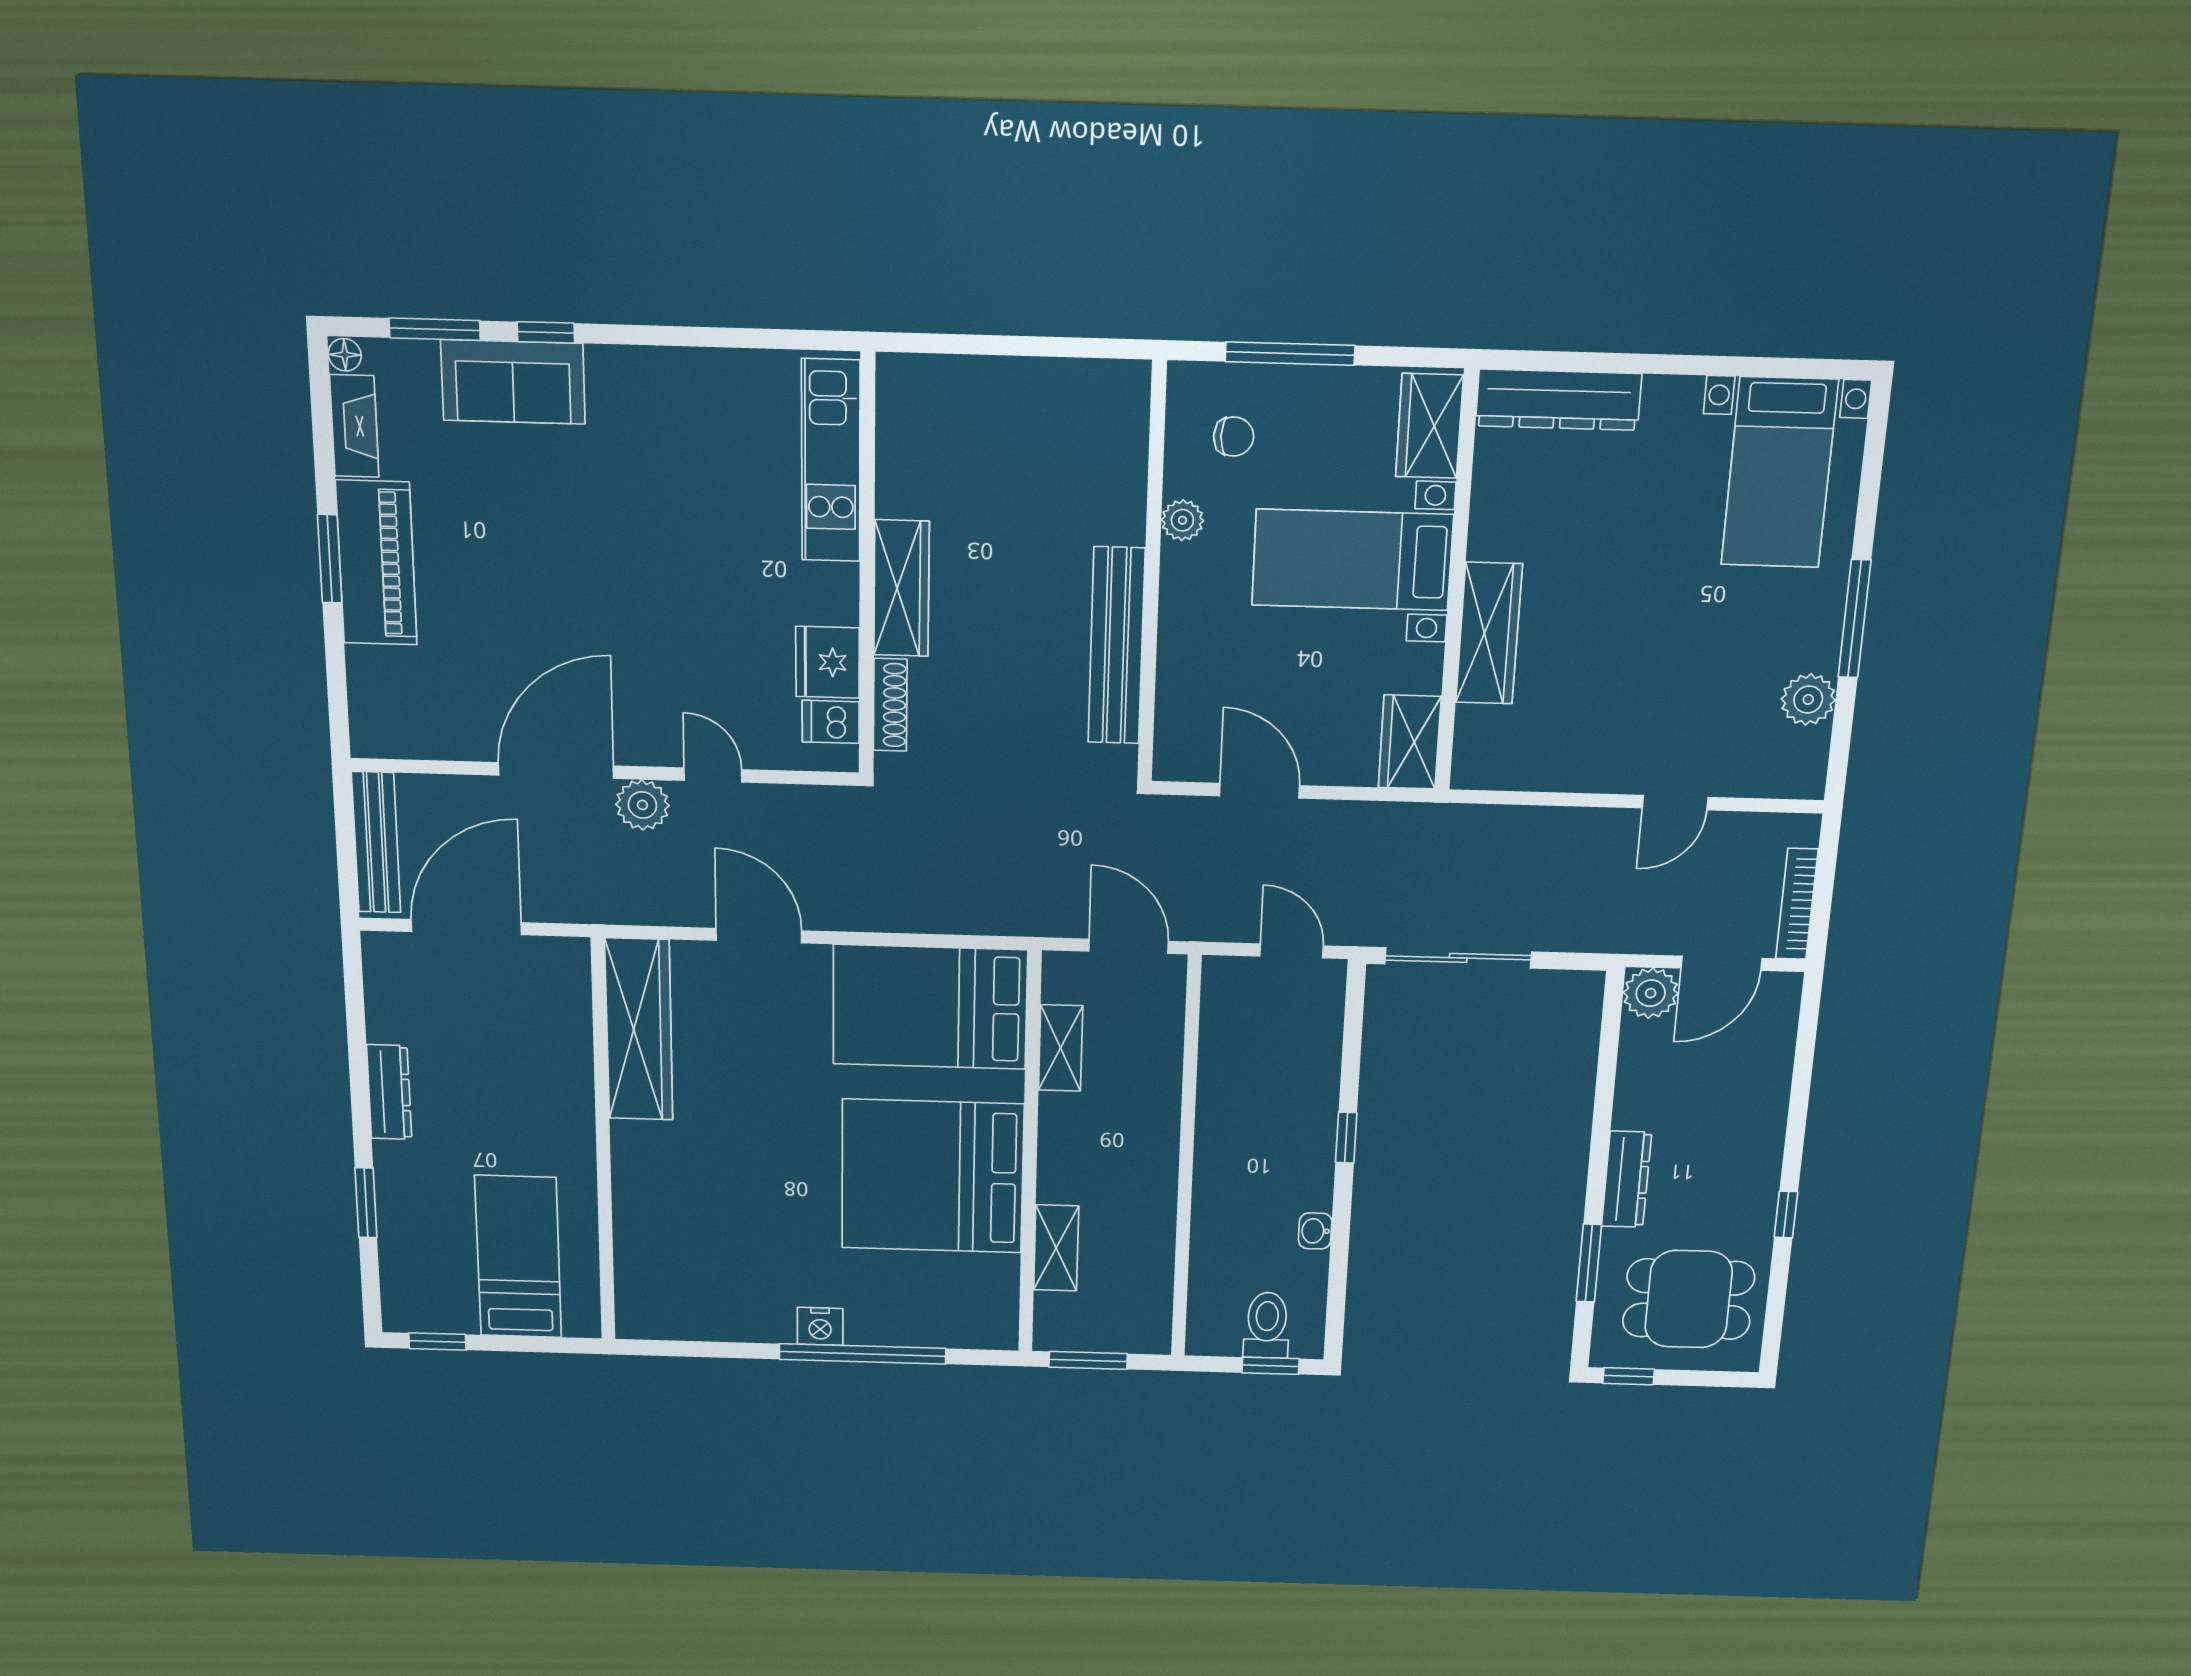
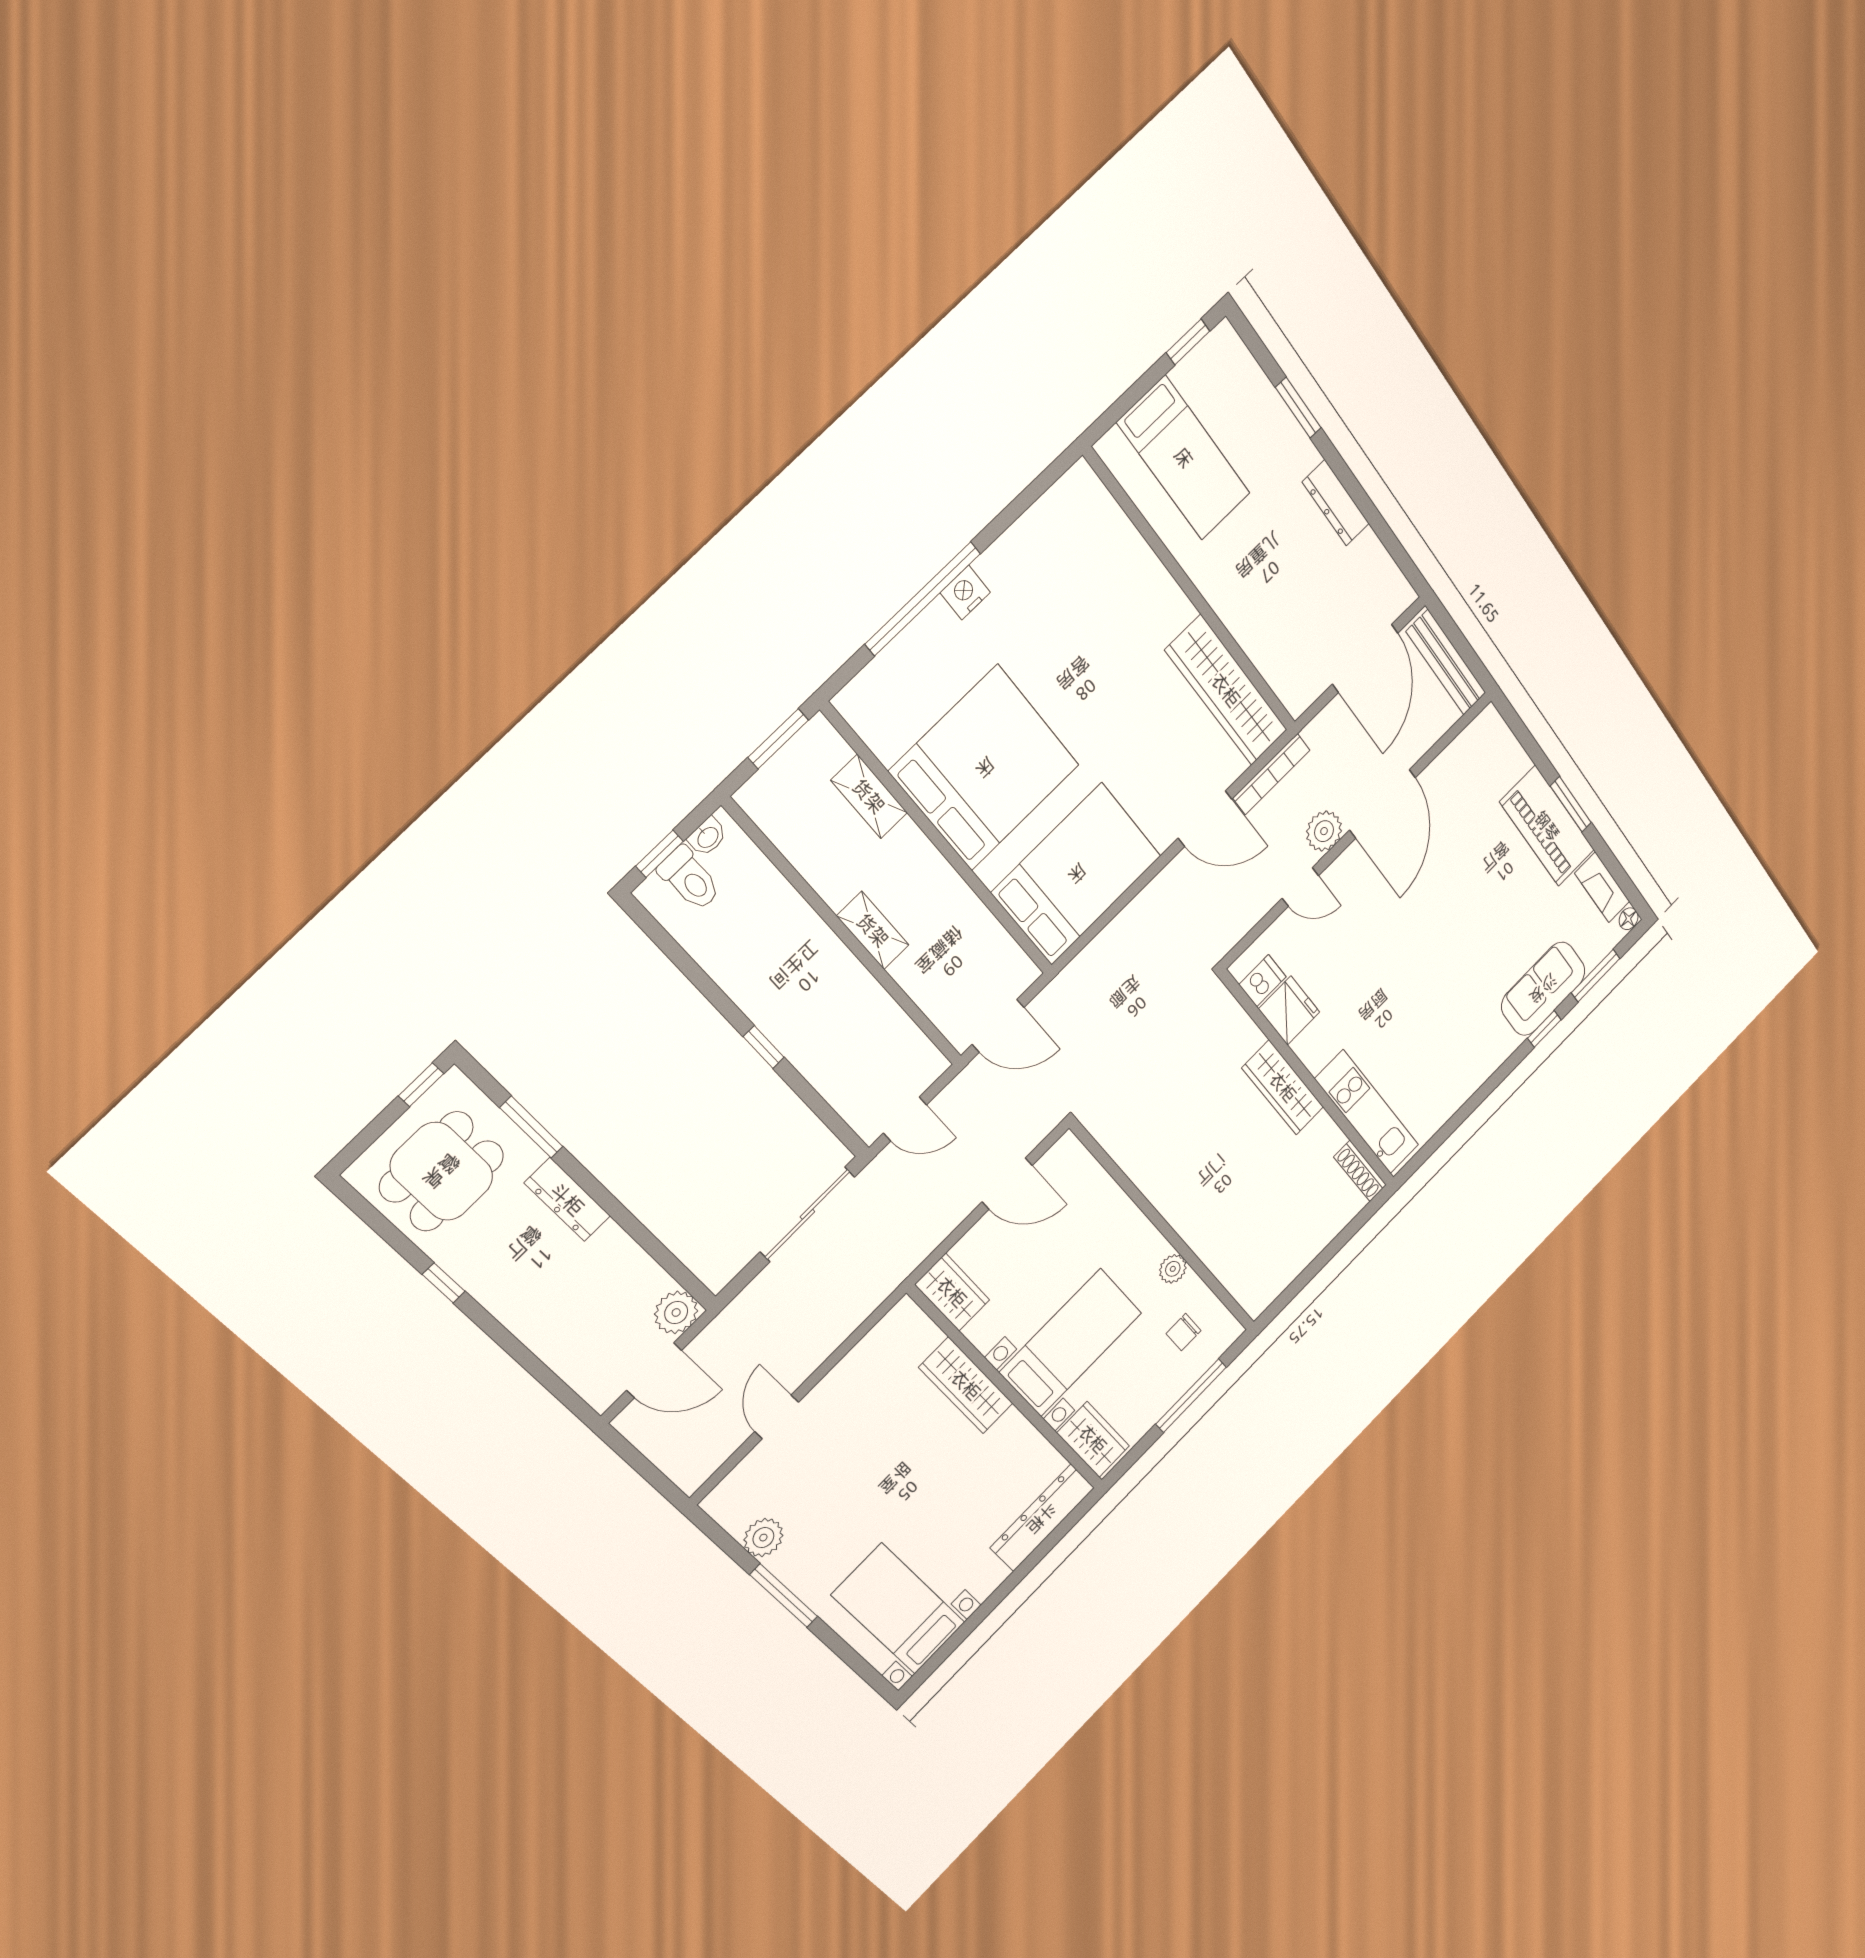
bench: (1117, 646) -> (1150, 1175), removed
shoe rack: (890, 705) -> (1360, 1171), moved
bookcase: (1797, 904) -> (1271, 774), moved, turned 90
door: (1722, 963) -> (654, 1370), swing flipped
shelving: (1061, 1048) -> (873, 930), moved
washbasin: (1315, 1231) -> (707, 837), moved, turned 90

